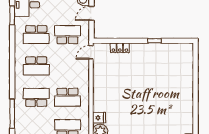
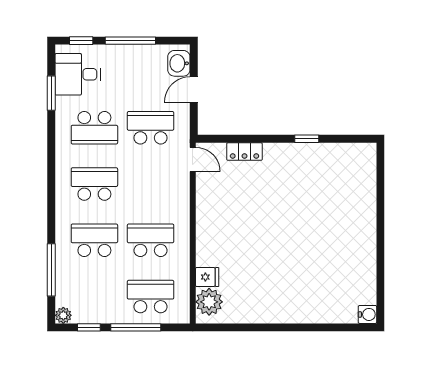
door: (91, 52) -> (193, 159), swing flipped
school desk: (36, 66) -> (94, 184), turned 180
school desk: (67, 97) -> (151, 240), turned 180

